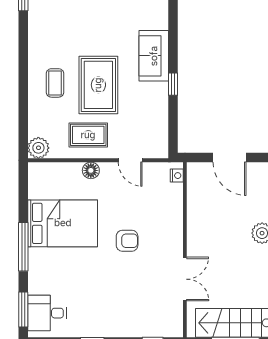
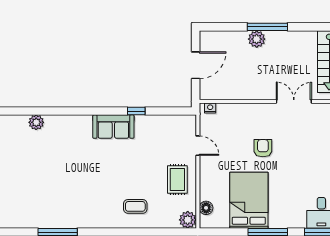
rug: (98, 85) -> (137, 171), removed
door: (130, 160) -> (198, 146), hinge flipped
floor lamp: (91, 170) -> (206, 208), moved

